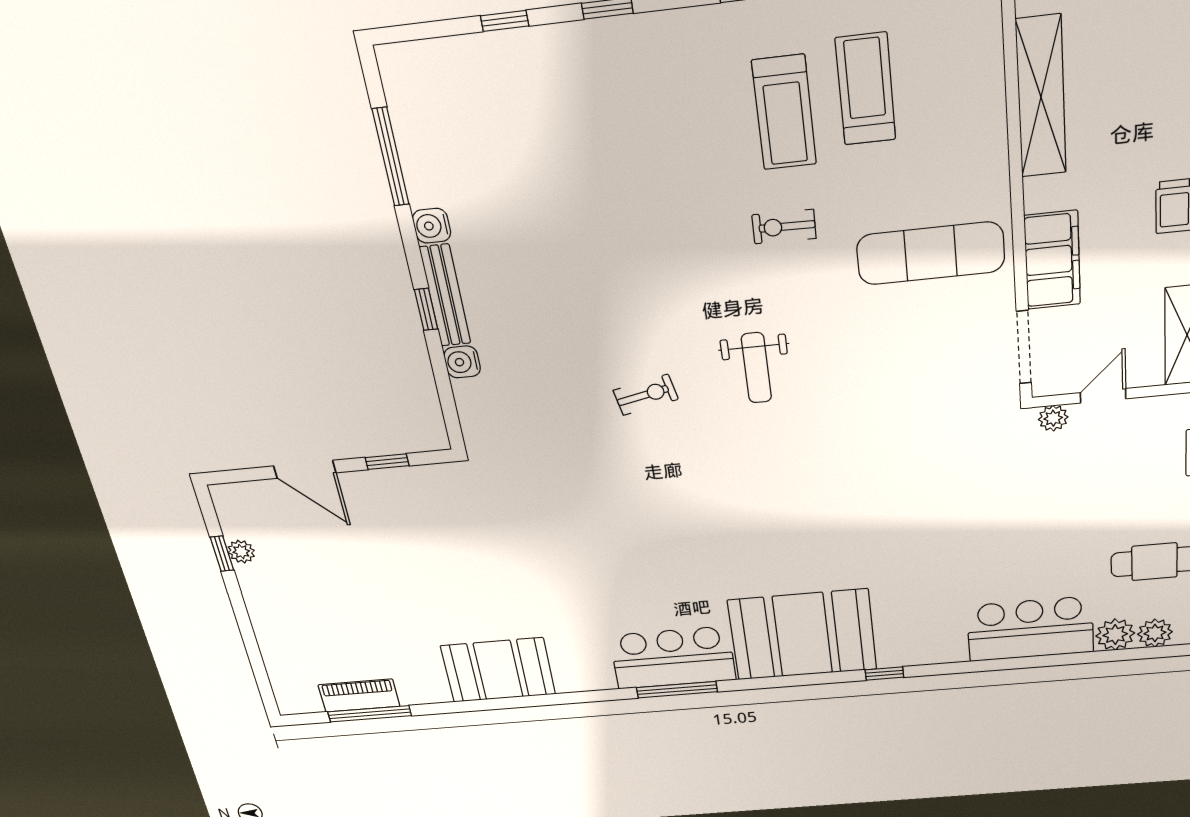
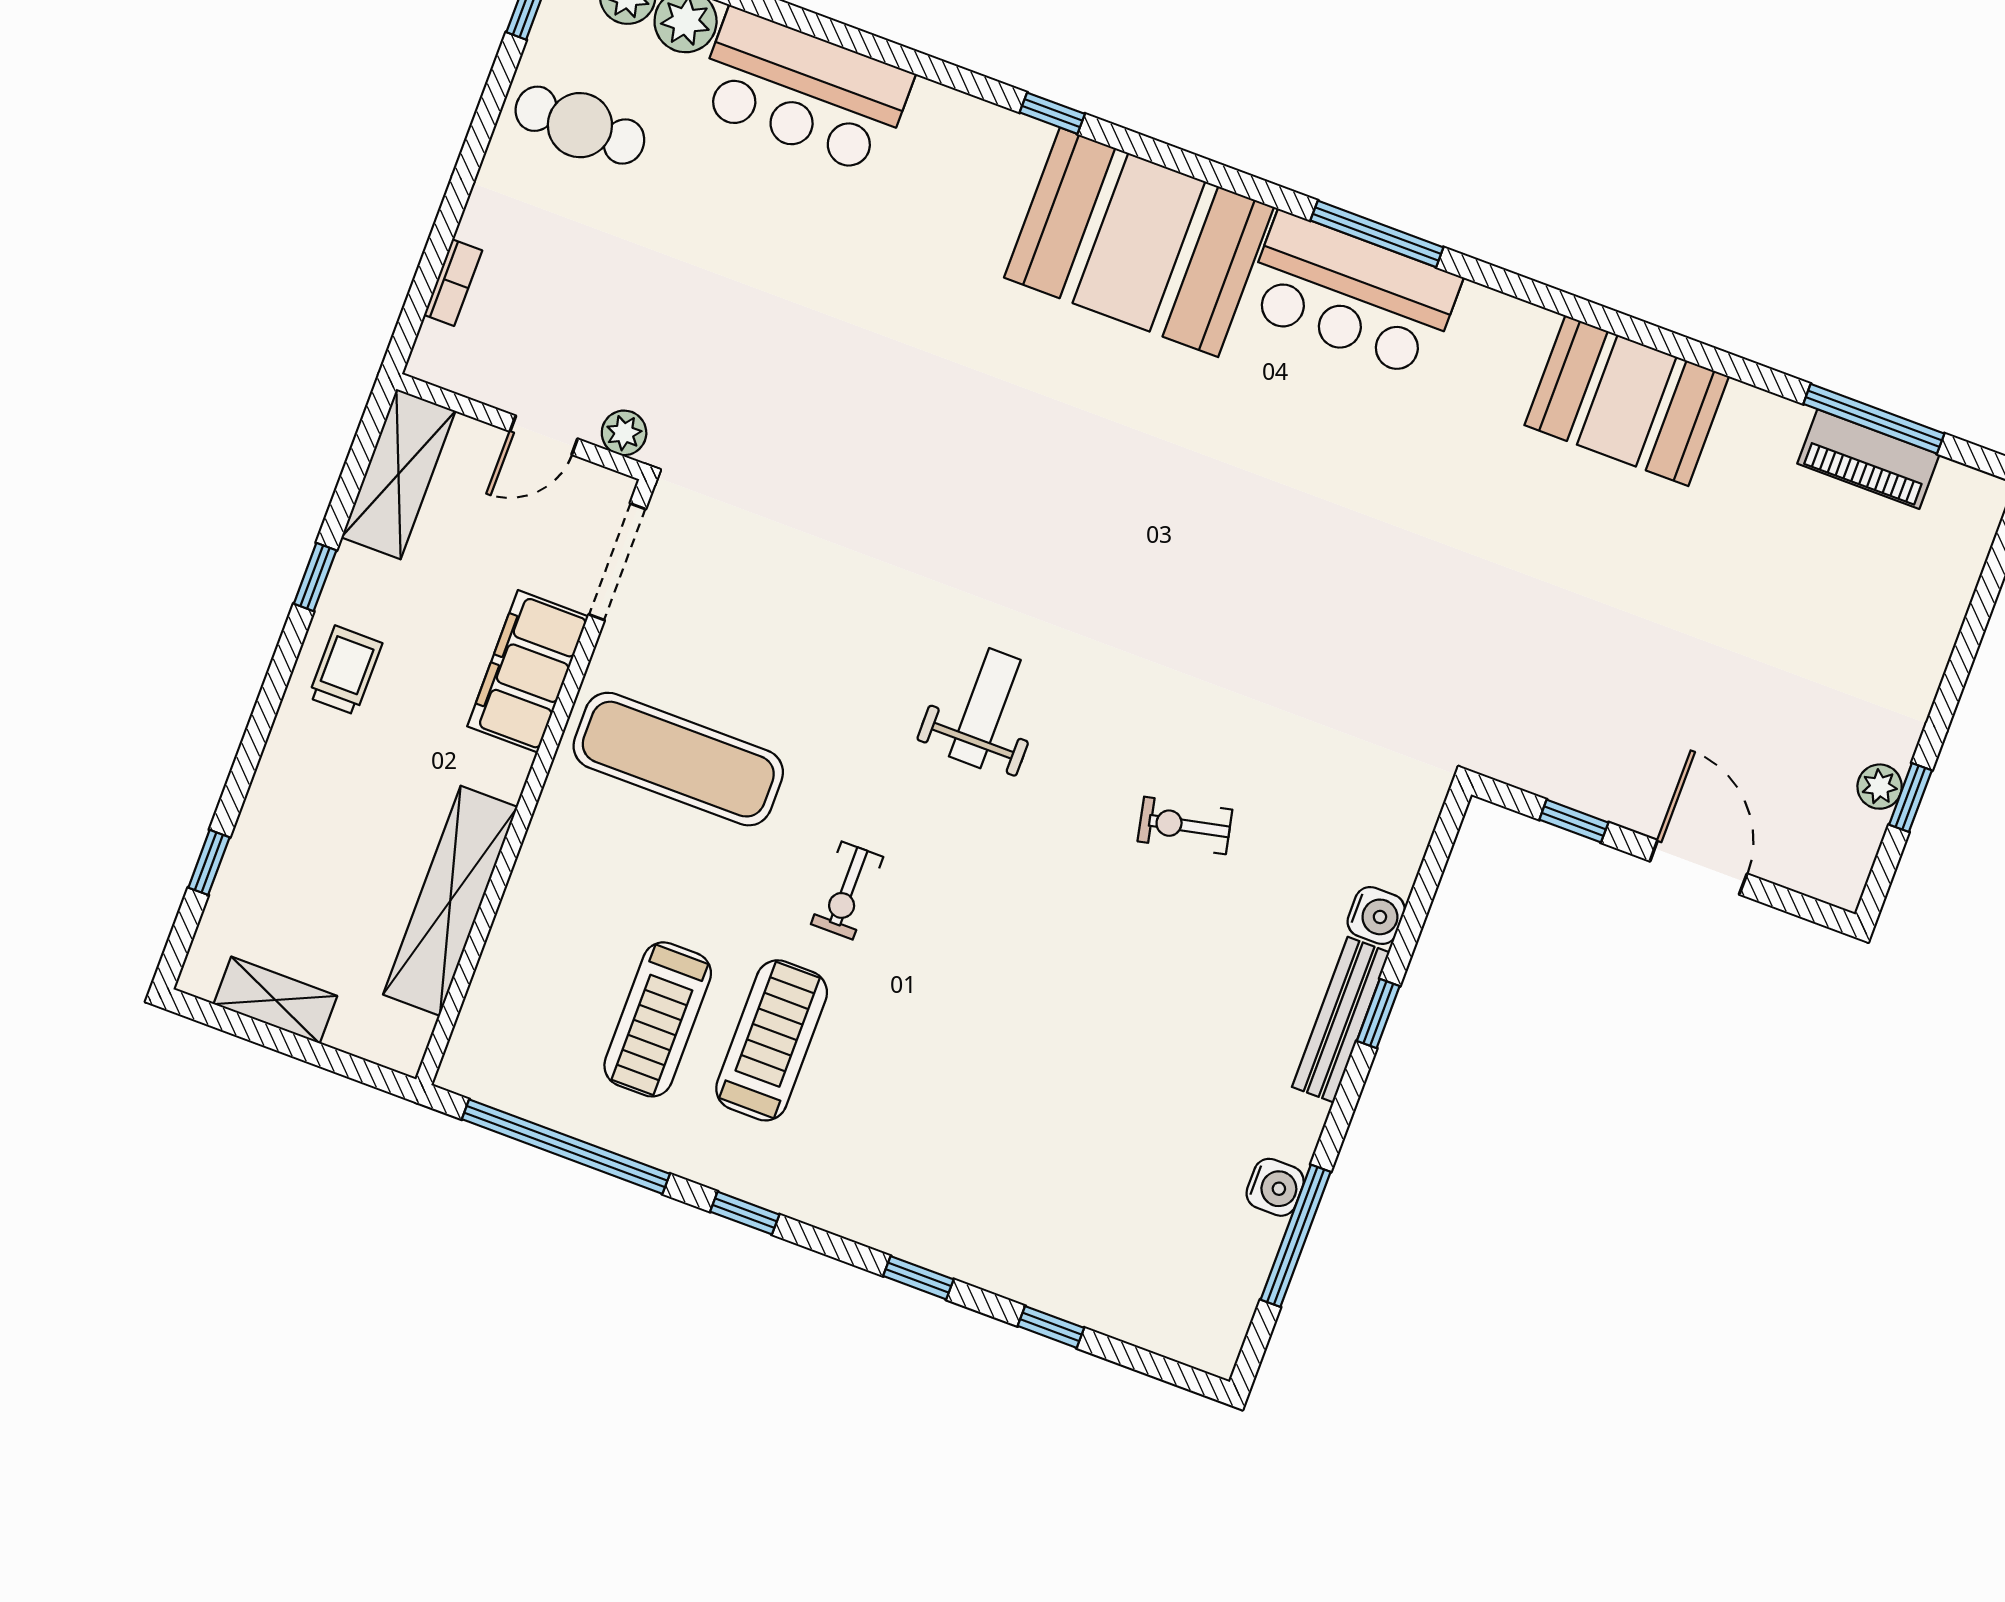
water cooler: (432, 226) -> (1275, 1187), moved
exercise bike: (784, 227) -> (847, 891), turned 89
exercise bike: (646, 395) -> (1185, 825), moved

